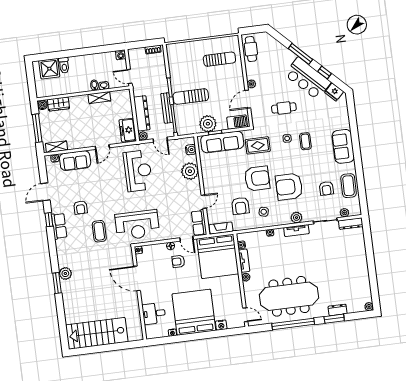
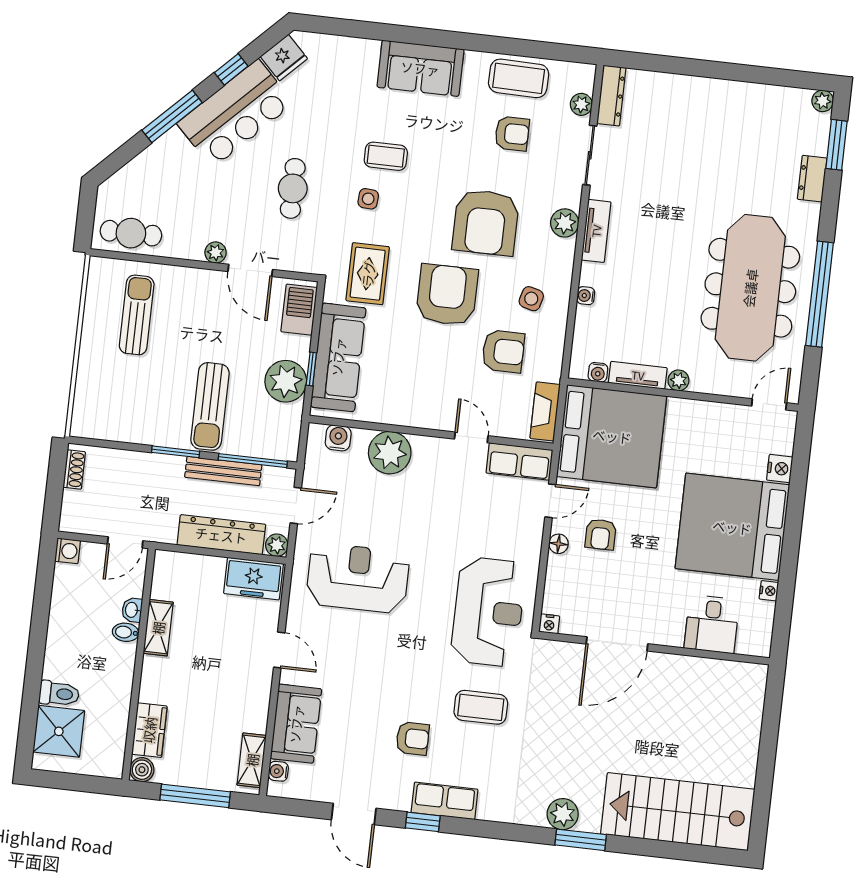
window: (334, 319) -> (837, 145), moved
stairs: (97, 333) -> (678, 812), moved, turned 90

